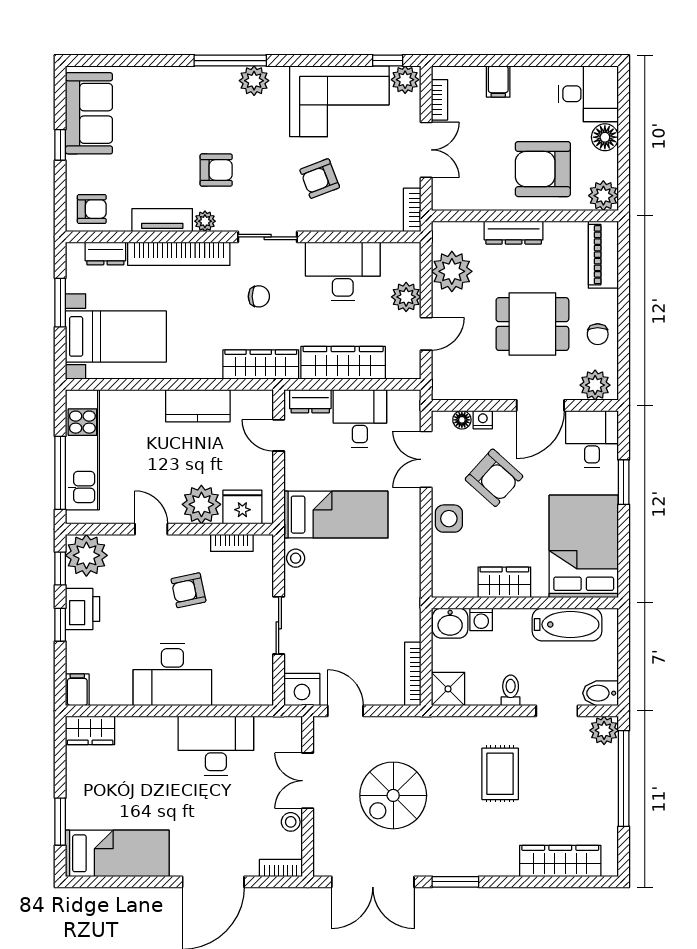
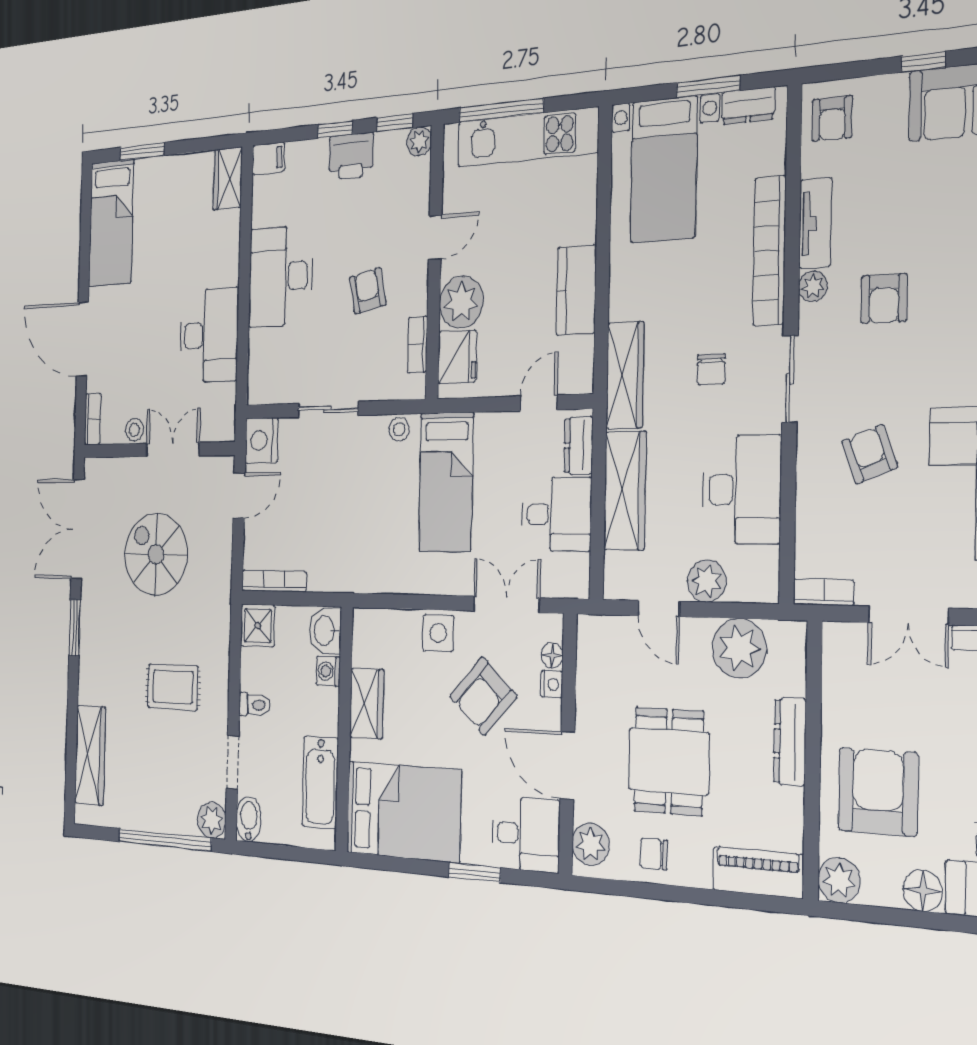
dresser: (105, 253) -> (748, 106), moved, turned -90
plant: (86, 555) -> (419, 141), width x0.53, depth x0.53

